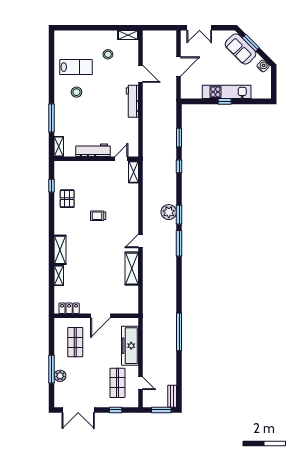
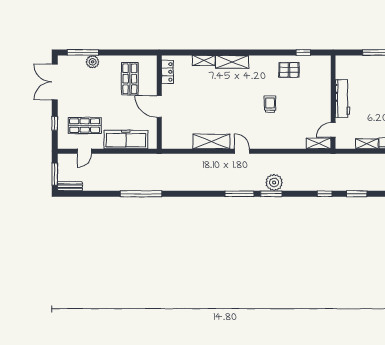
shelving: (59, 147) -> (367, 144), moved
door: (121, 159) -> (333, 130), swing flipped
shop shelf: (75, 342) -> (130, 79), turned 90
window: (52, 369) -> (83, 53), moved

